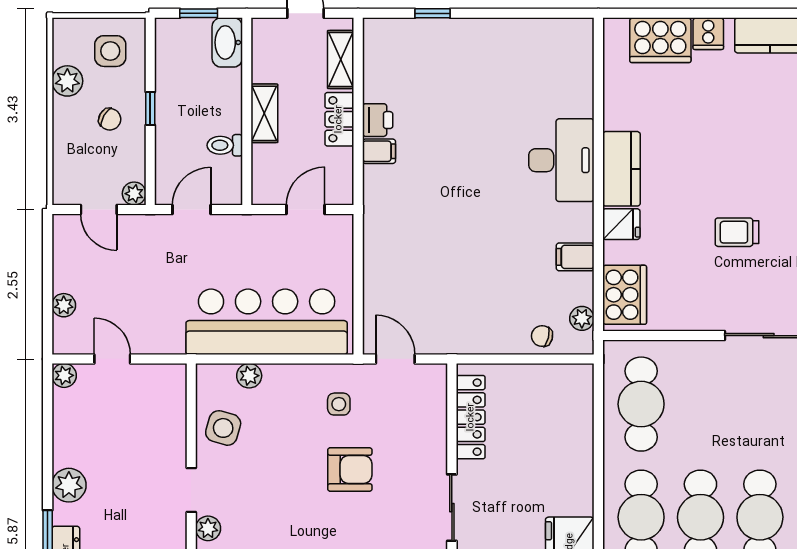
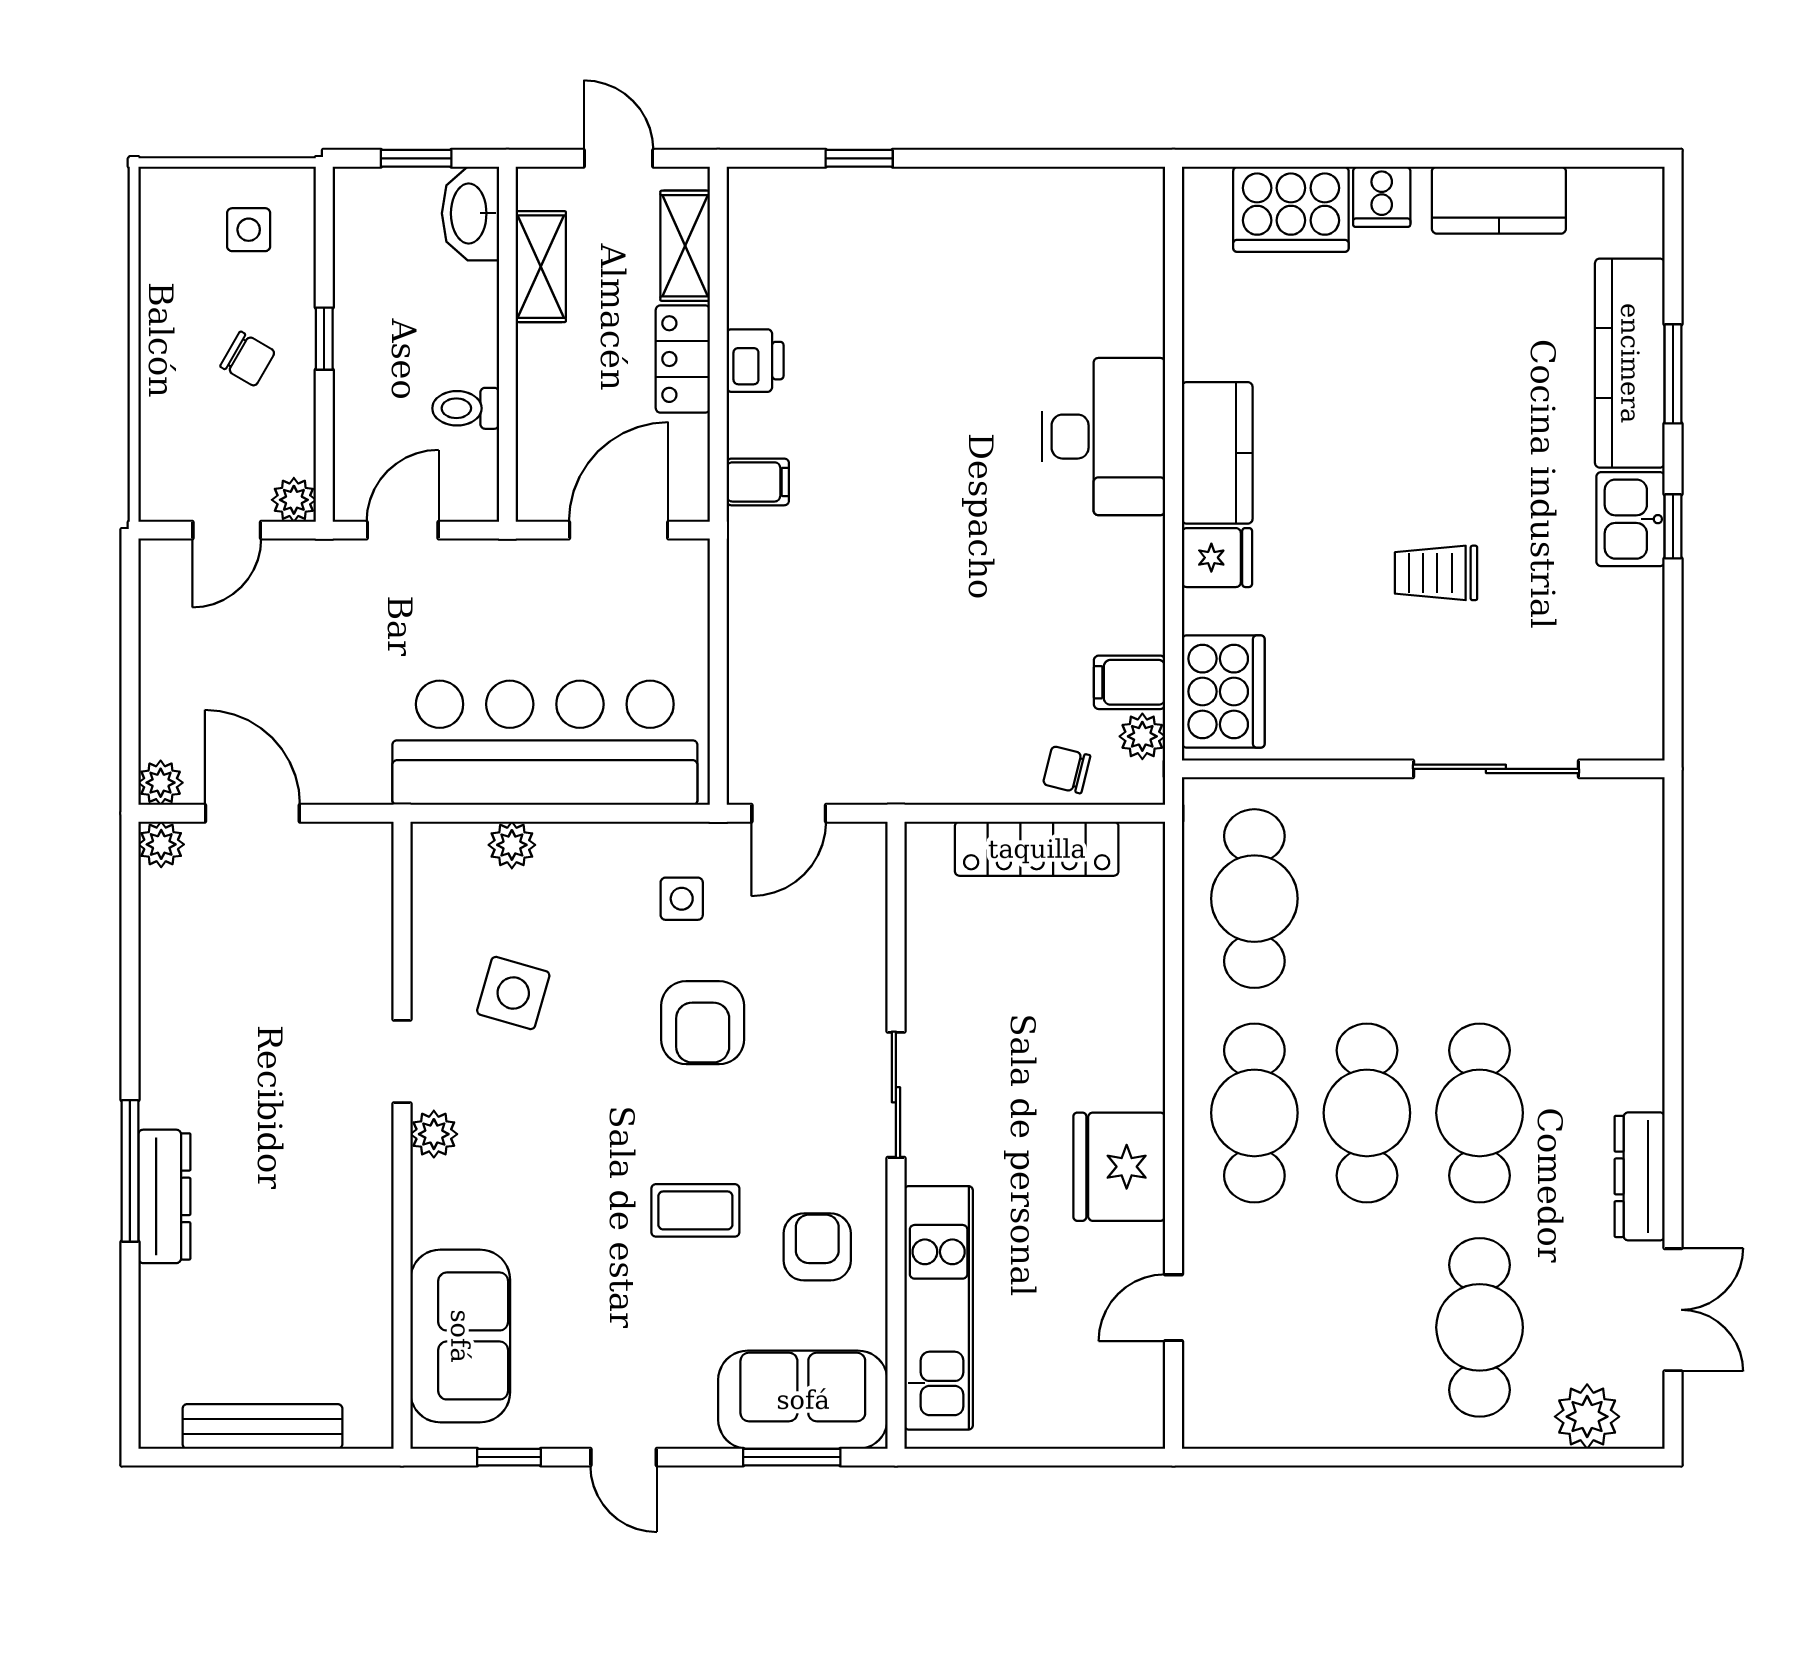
side table: (110, 51) -> (249, 230), width x0.73, depth x0.73
plant: (67, 81) -> (167, 286), removed
shelving: (264, 113) -> (541, 267), moved
filing cabinet: (379, 151) -> (758, 482), moved
door: (99, 210) -> (227, 530), hinge flipped
door: (306, 210) -> (619, 530), width x1.37
filing cabinet: (575, 257) -> (1130, 682), moved
plant: (64, 305) -> (161, 783), moved
door: (112, 359) -> (252, 813), width x1.37
door: (395, 359) -> (789, 813), swing flipped
locker: (471, 417) -> (1037, 849), moved, turned 90
side table: (223, 428) -> (513, 993), moved
armchair: (350, 469) -> (703, 1023), turned 90
plant: (69, 485) -> (170, 1052), removed

